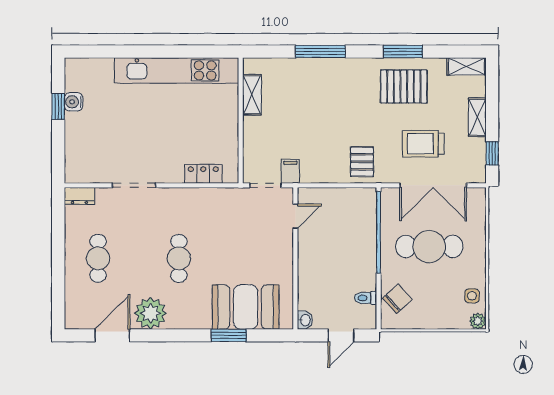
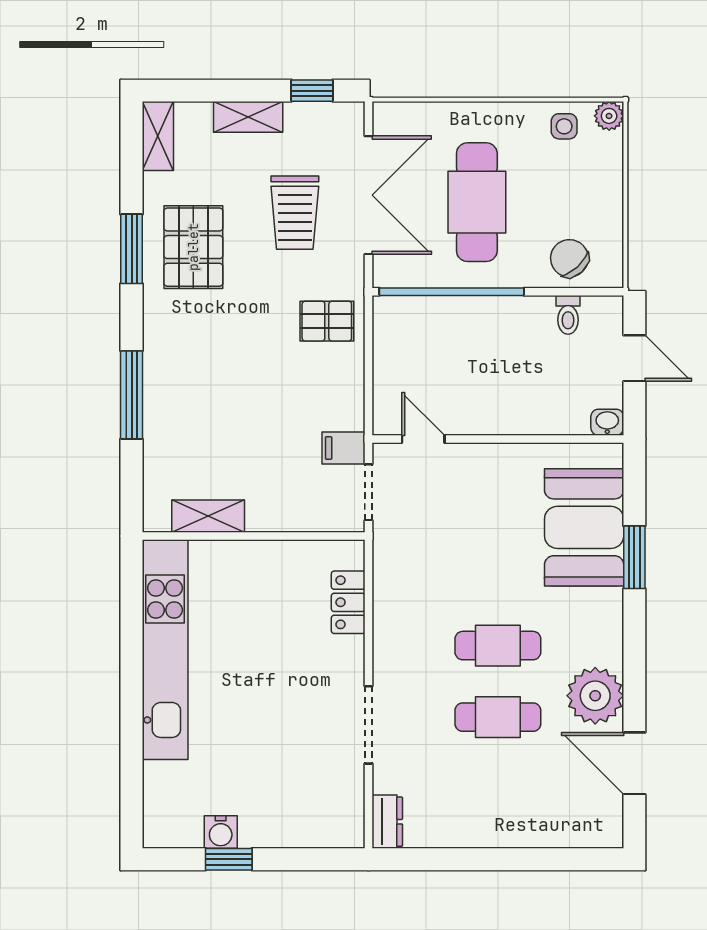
cafe table: (98, 258) -> (498, 717), moved

